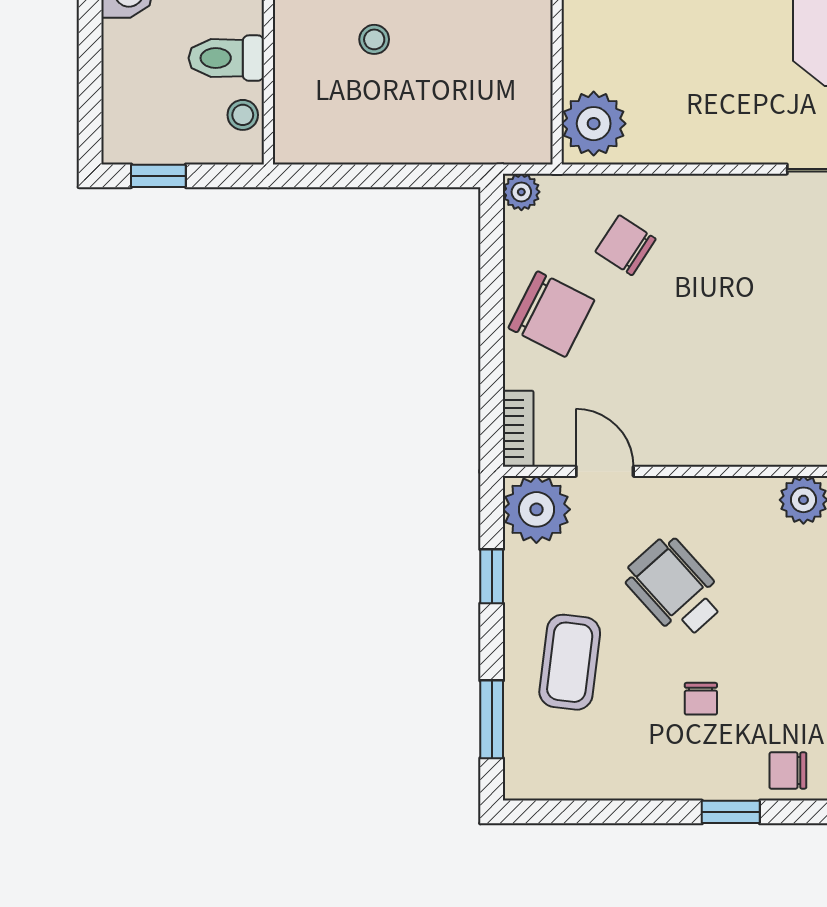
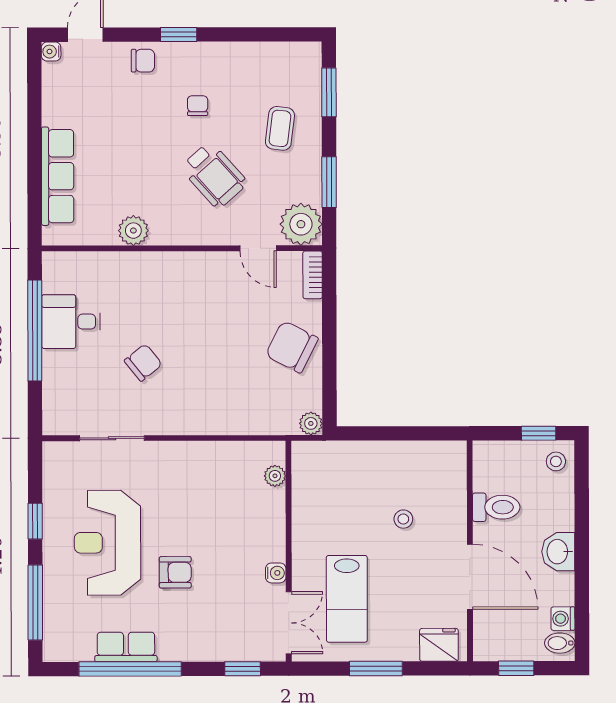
stool: (243, 115) -> (556, 461), moved
plant: (594, 124) -> (275, 476), width x0.53, depth x0.53
chair: (626, 245) -> (143, 363), moved, turned -72
window: (492, 576) -> (329, 182), width x1.50
coffee table: (570, 662) -> (280, 128), width x0.73, depth x0.77

